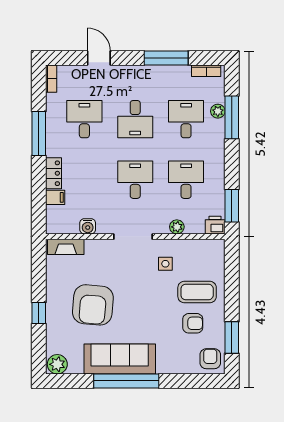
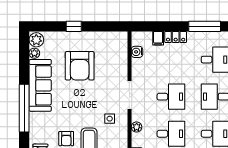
water cooler: (88, 226) -> (137, 52), moved
fireplace: (66, 247) -> (122, 46), removed
armchair: (93, 305) -> (80, 66), turned -95
plant: (76, 367) -> (34, 53), added
window: (126, 381) -> (24, 108), moved

